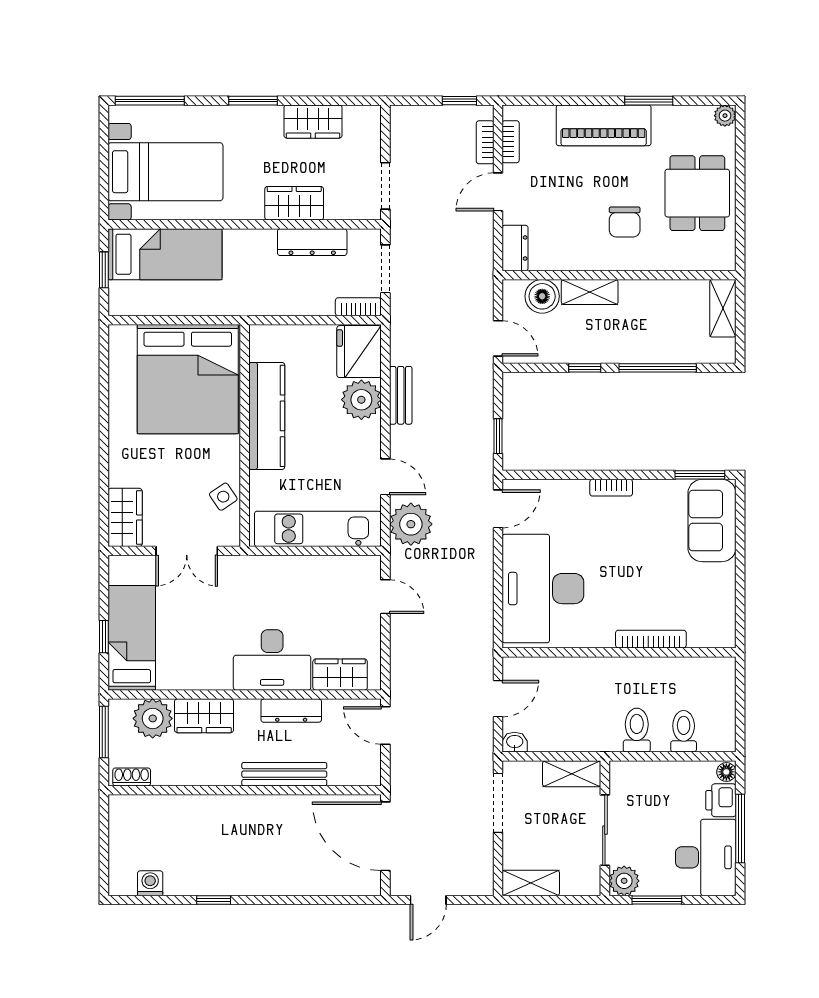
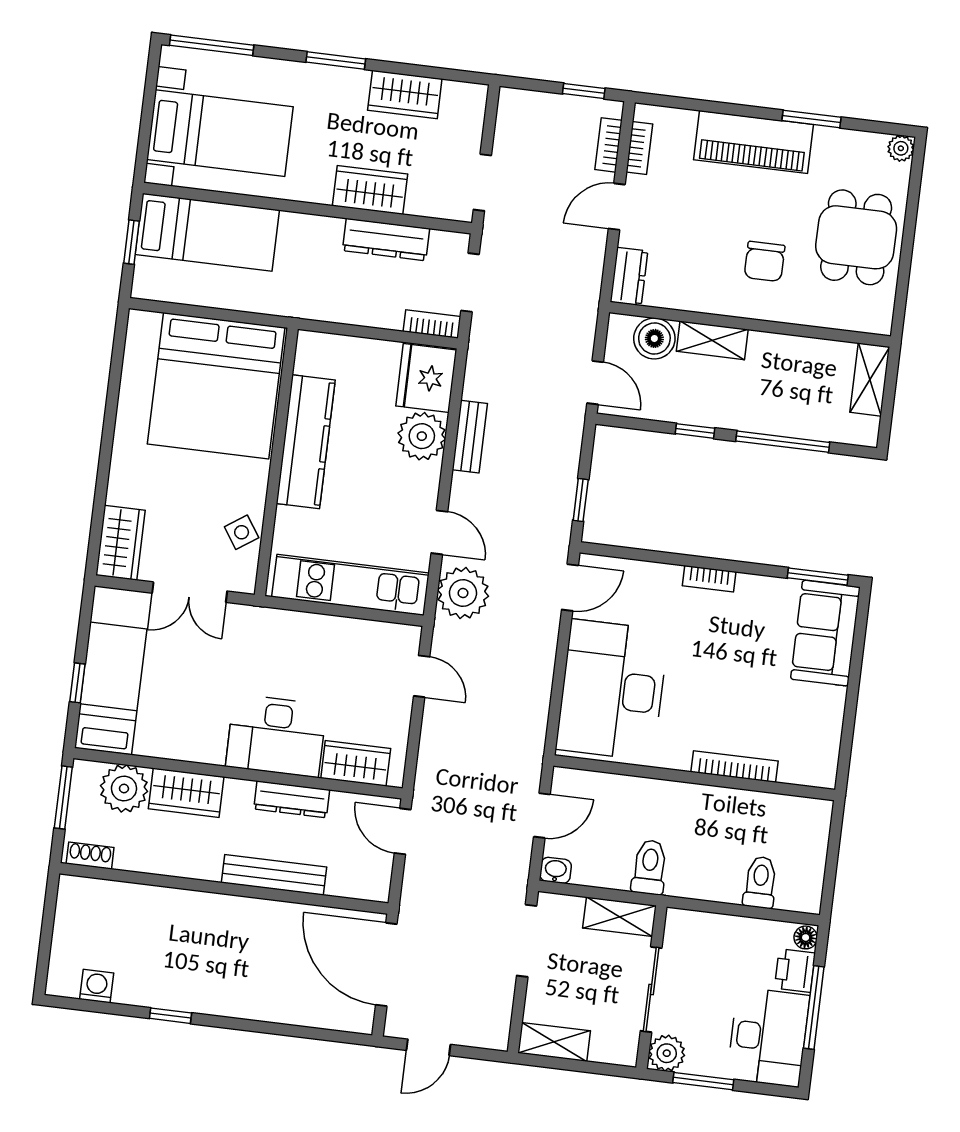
toilet: (637, 730) -> (649, 867), moved

